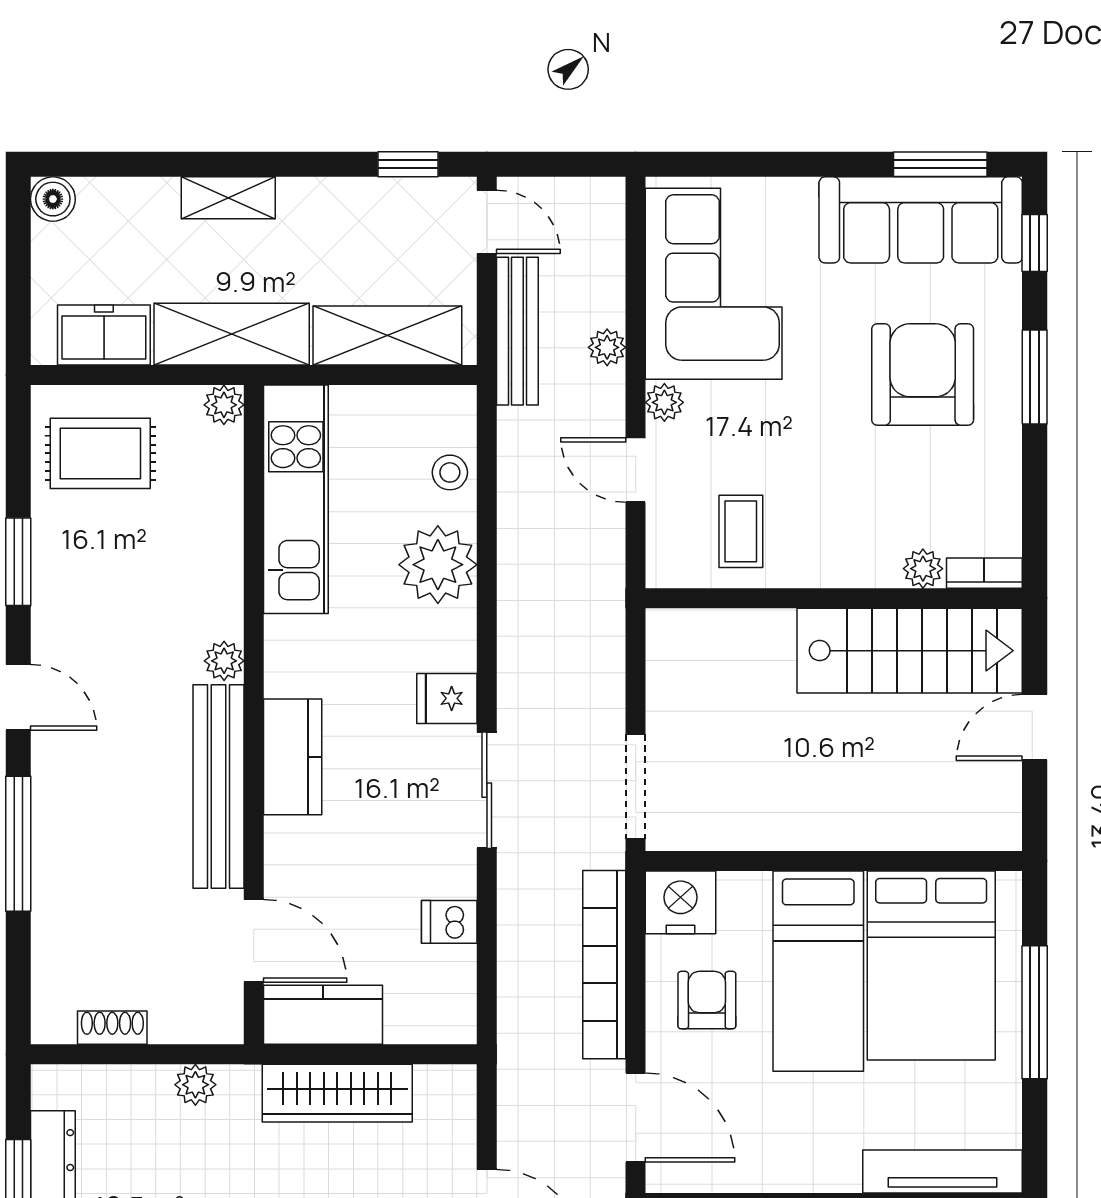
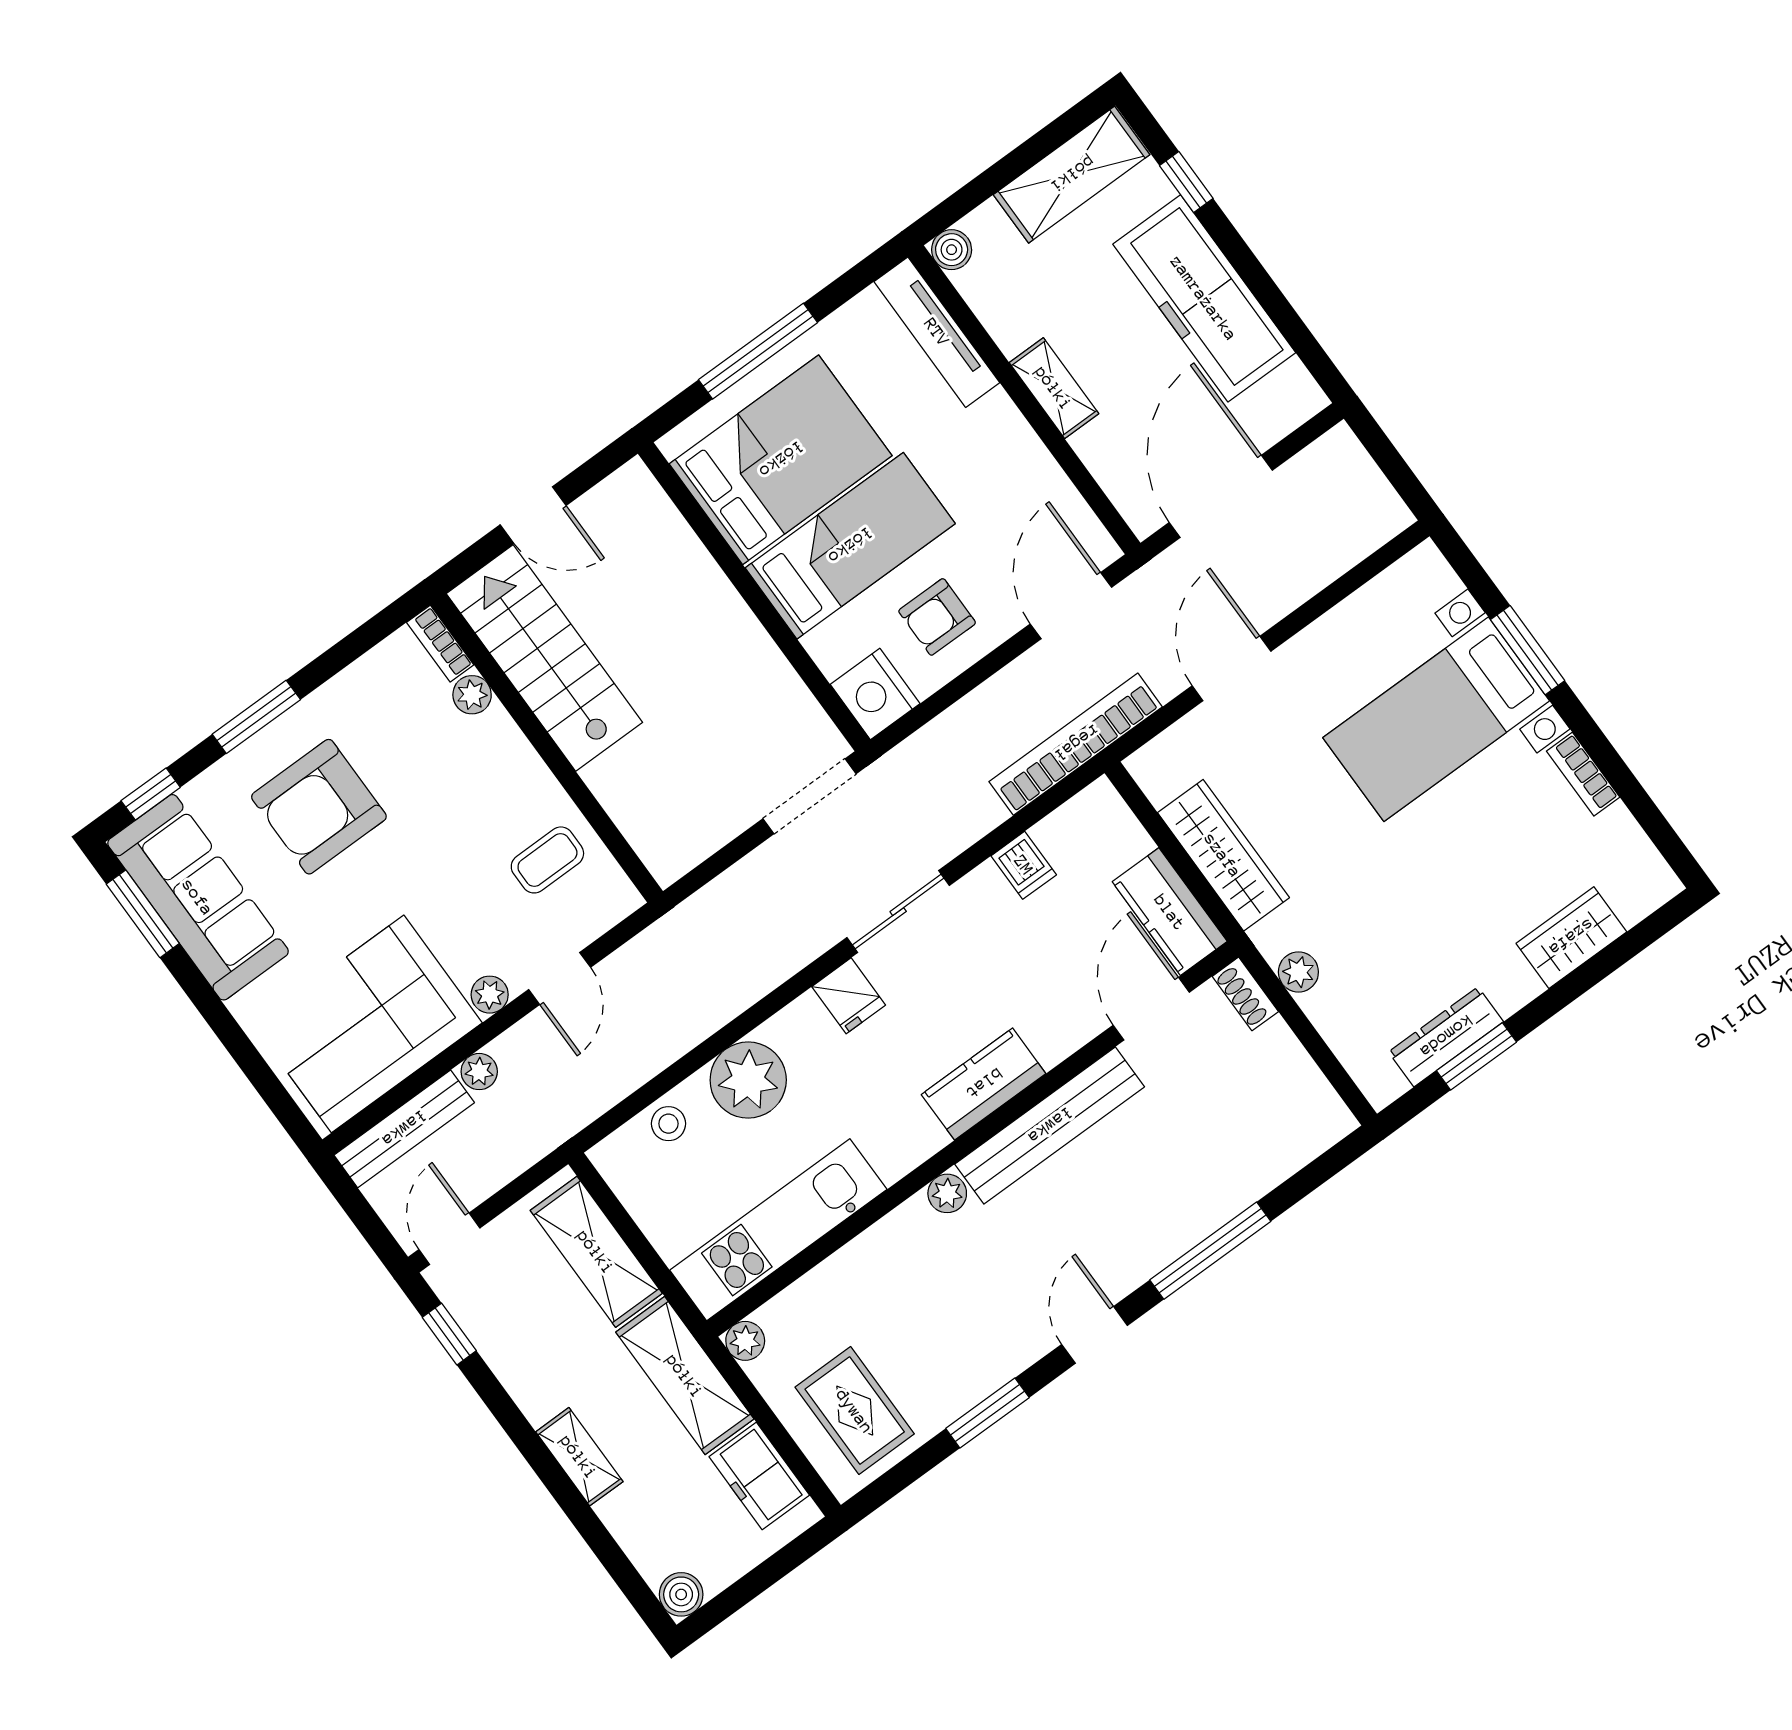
bench: (517, 331) -> (404, 1129), moved
bookcase: (604, 965) -> (1076, 744), moved, turned 180
shoe rack: (112, 1028) -> (1245, 994), moved

